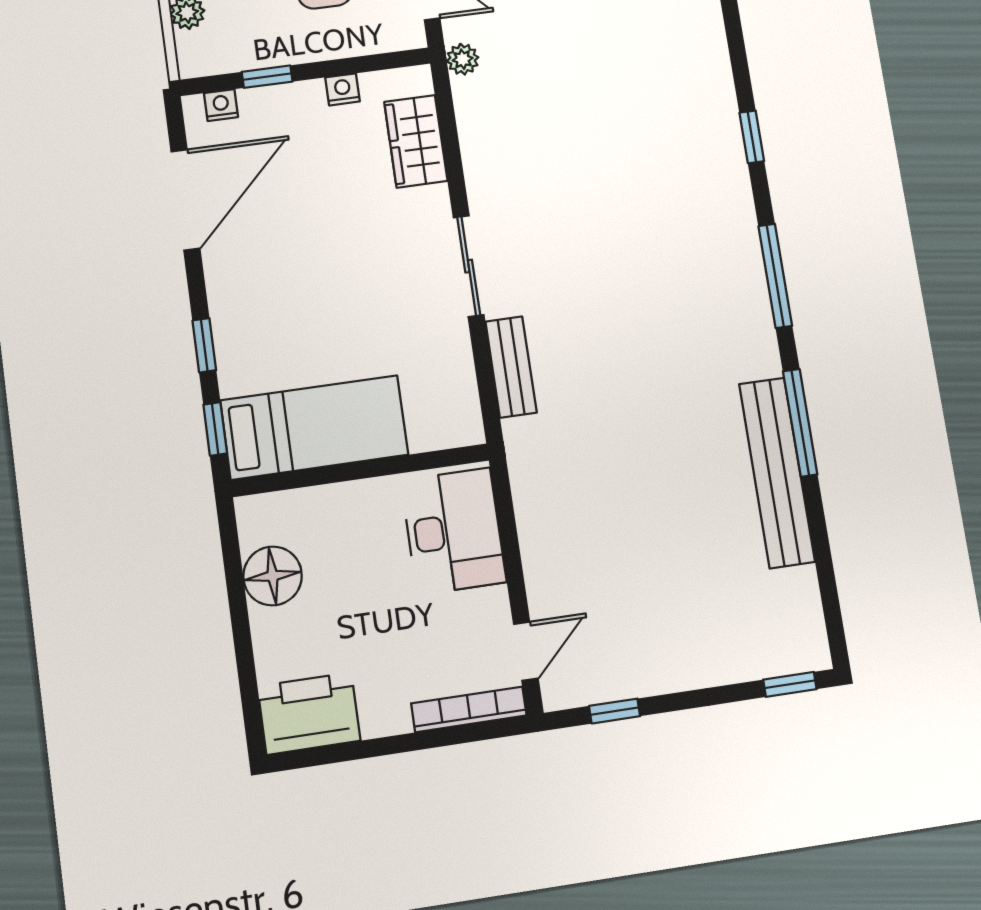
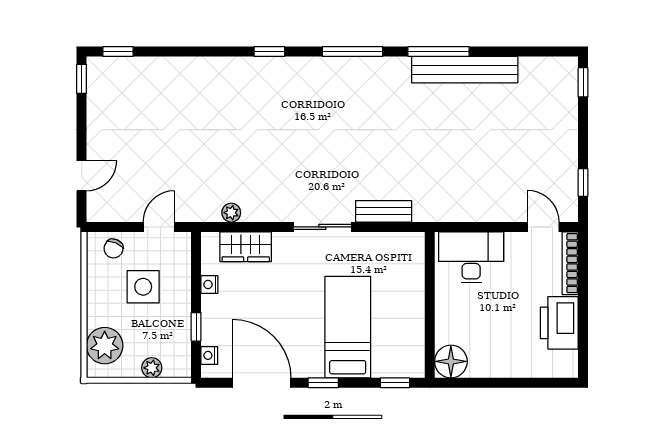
plant: (463, 59) -> (231, 213), moved
window: (204, 345) -> (323, 383), moved
bed: (314, 428) -> (348, 327), moved
floor lamp: (273, 576) -> (451, 361), moved
printer: (309, 713) -> (559, 323), moved

